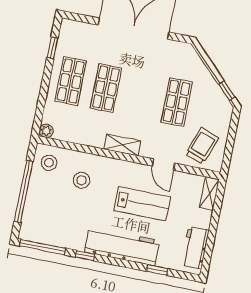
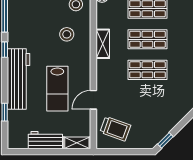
shop shelf: (177, 102) -> (147, 70), moved
shelving: (122, 145) -> (103, 44), moved
workbench: (195, 248) -> (45, 140), moved

